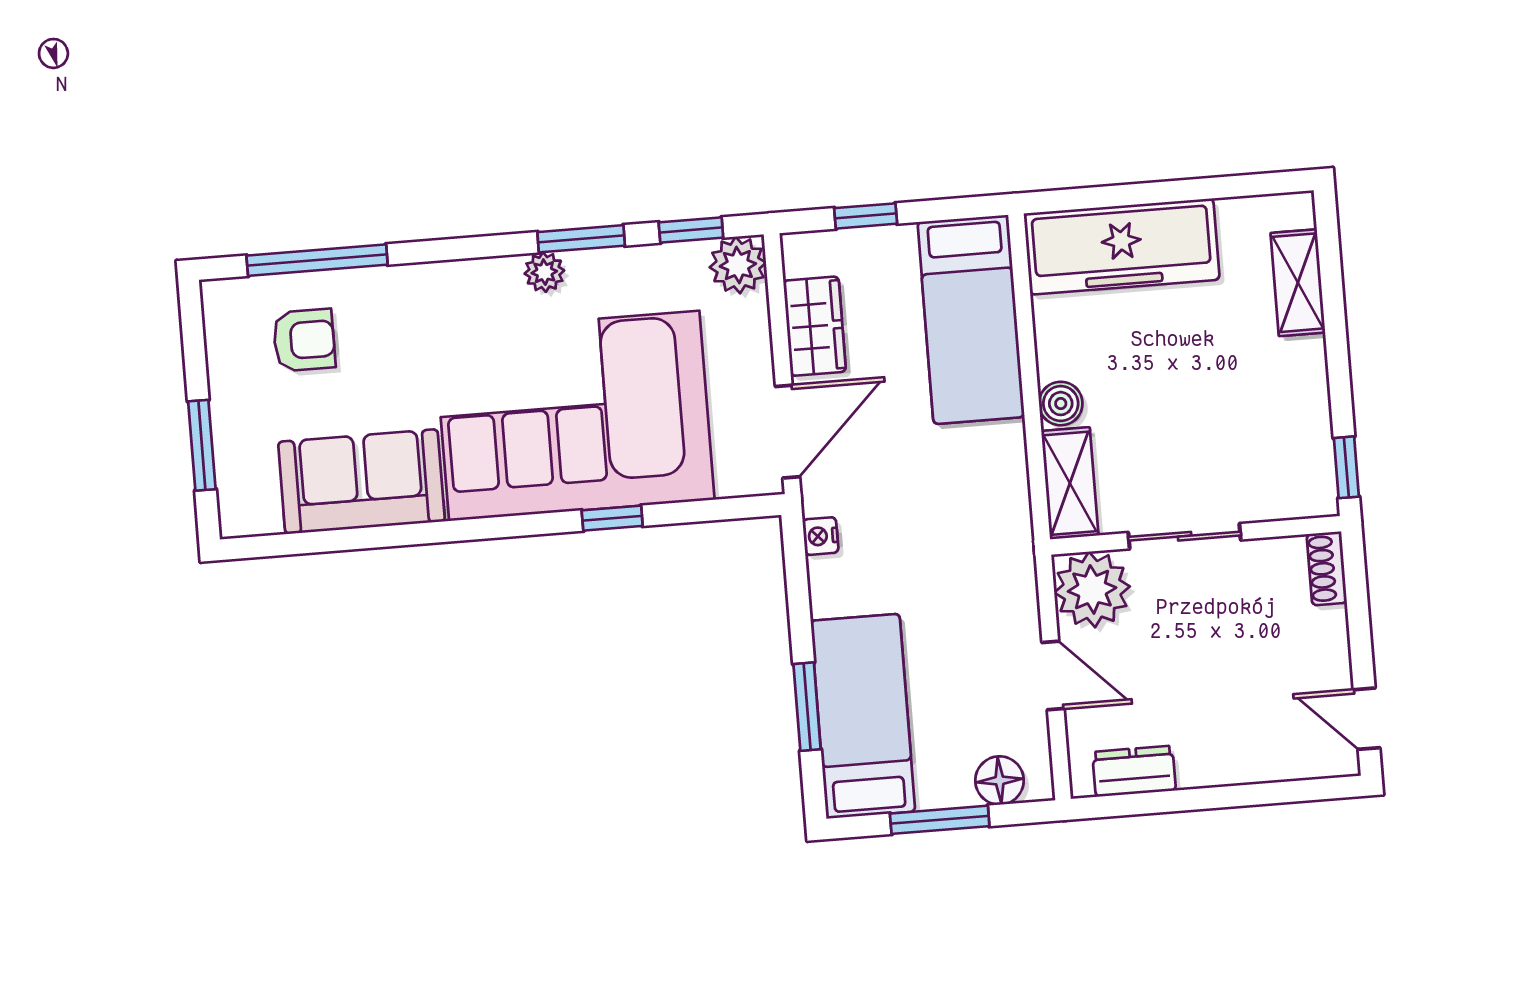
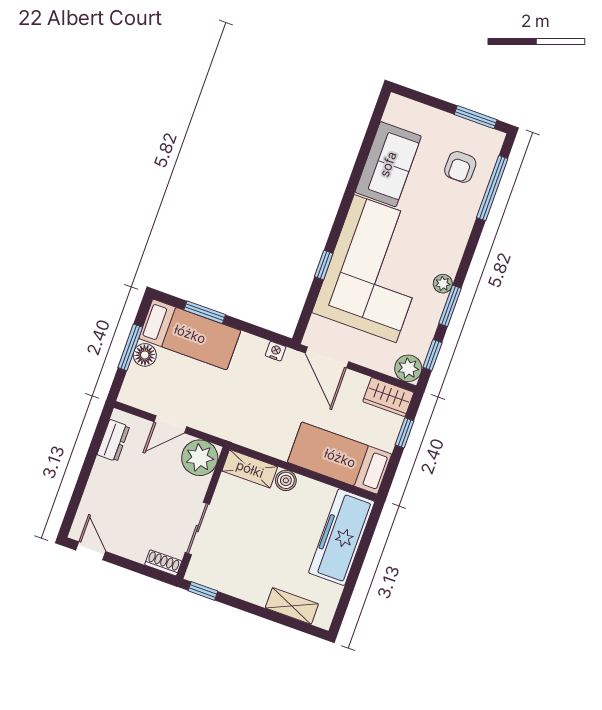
wardrobe: (815, 326) -> (388, 397), moved
window: (202, 445) -> (476, 117), moved
sliding door: (1185, 536) -> (197, 528), moved
door: (1367, 719) -> (91, 551), hinge flipped
floor lamp: (1000, 780) -> (145, 355), moved

